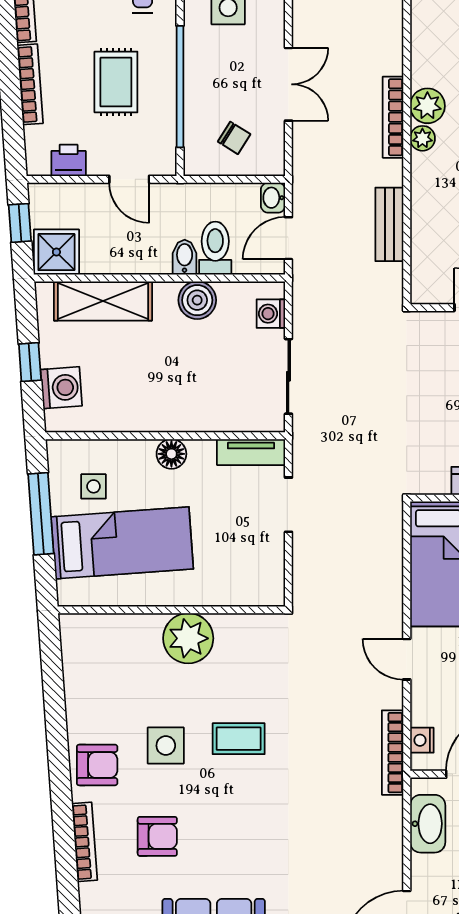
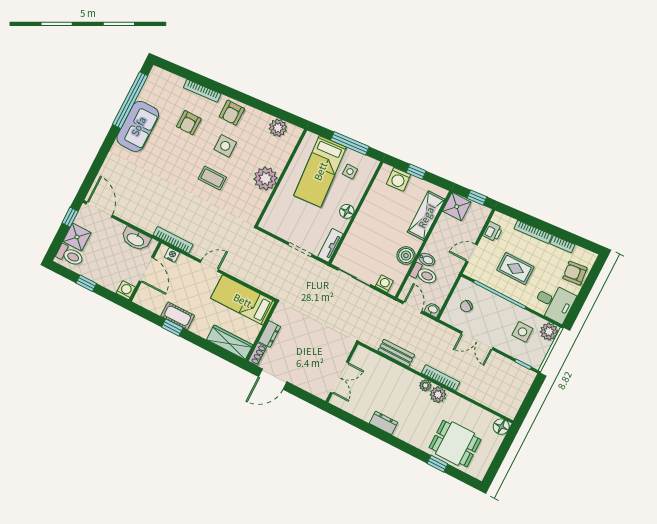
plant: (81, 664) -> (278, 128), added
coffee table: (239, 739) -> (212, 178), turned 90

